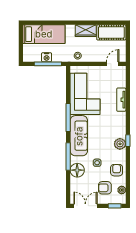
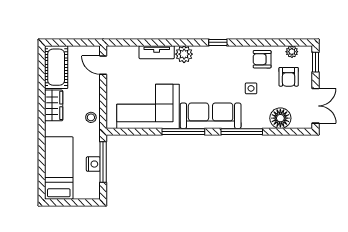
plant: (120, 144) -> (184, 54), moved
floor lamp: (77, 170) -> (280, 118), moved
double door: (85, 206) -> (315, 106), swing flipped

